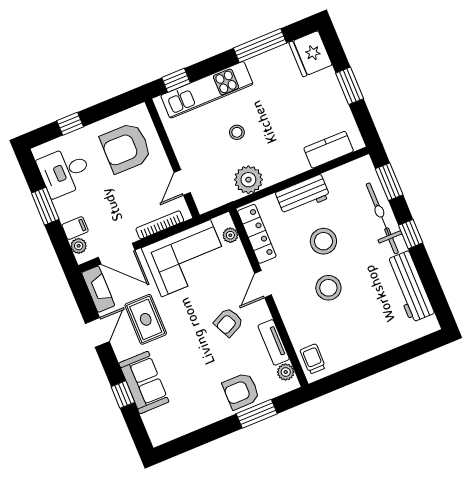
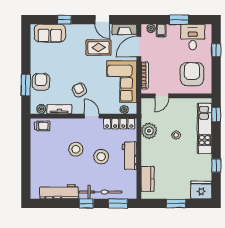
window: (260, 46) -> (216, 166), width x0.46
door: (182, 182) -> (162, 96), swing flipped
sofa: (144, 382) -> (50, 33), moved

